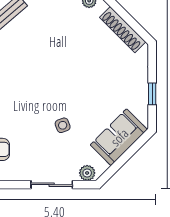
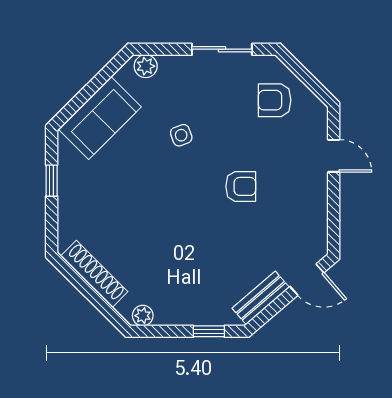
armchair: (22, 90) -> (241, 186), added
sliding door: (52, 185) -> (222, 49), moved

